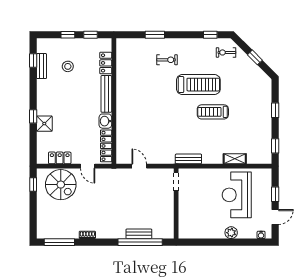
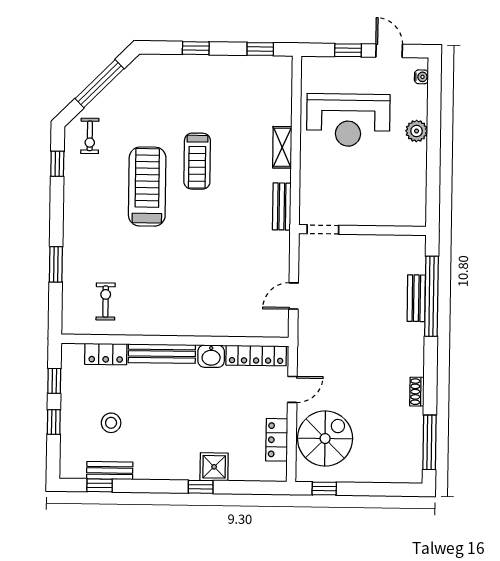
window: (255, 57) -> (100, 84), width x2.17
exercise bike: (167, 60) -> (106, 301), moved
shelving: (235, 159) -> (282, 147), moved

